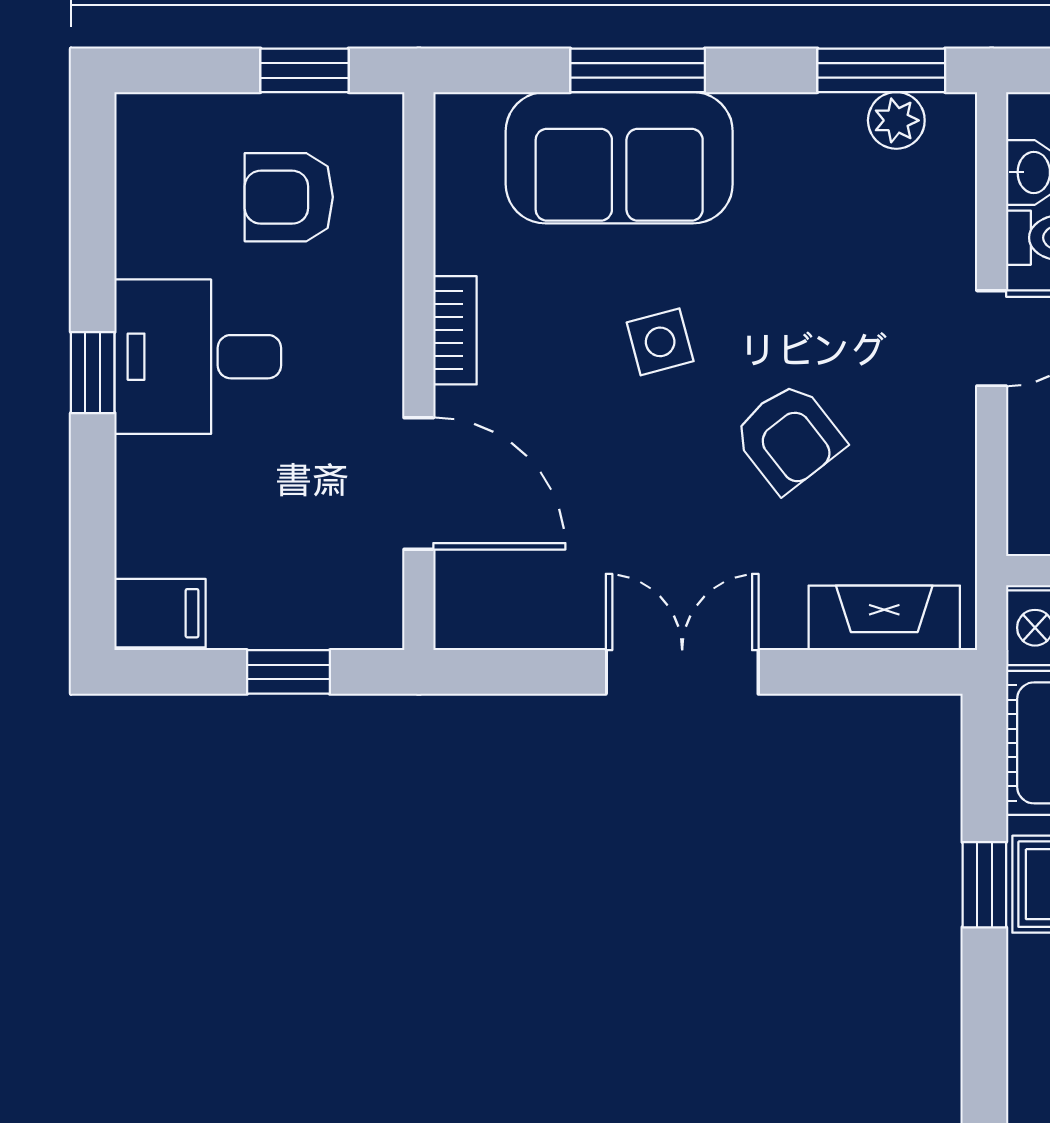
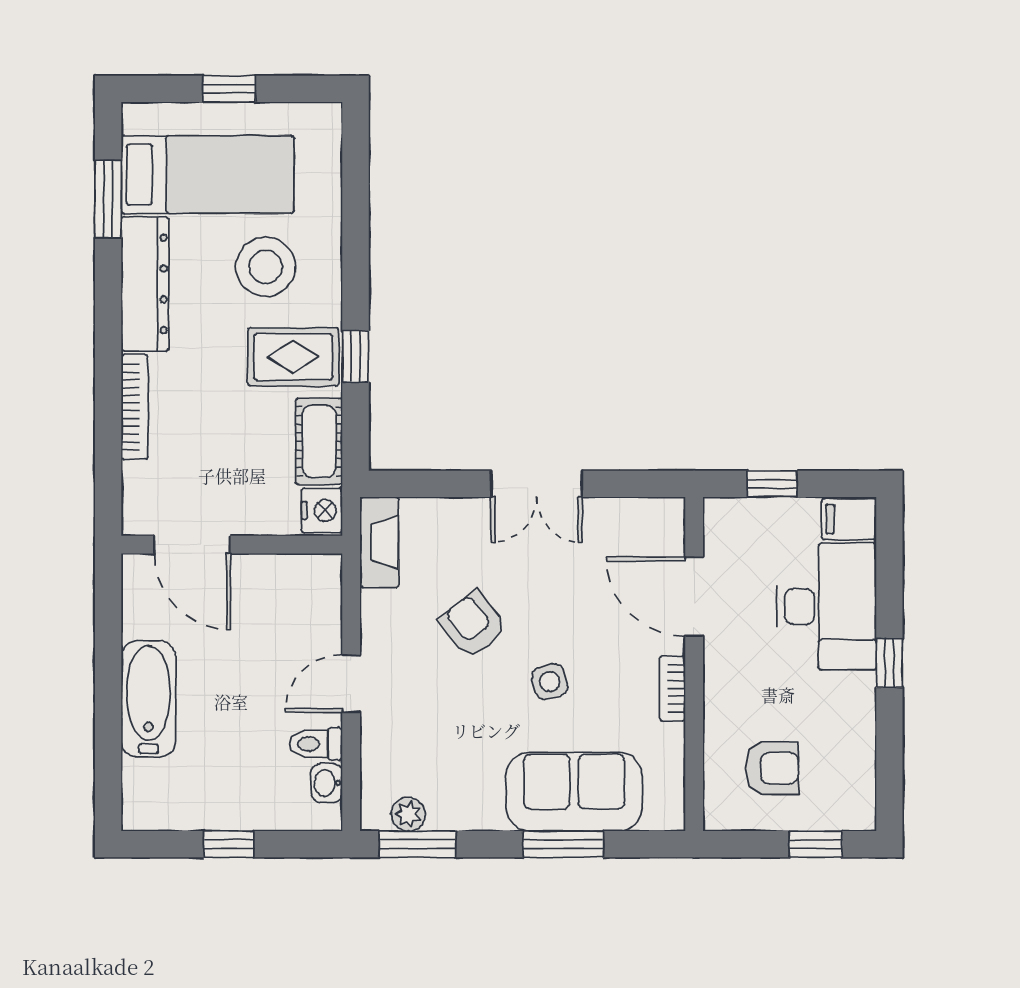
window: (305, 70) -> (816, 844), moved
desk: (198, 357) -> (827, 607), moved, width x1.37
fireplace: (884, 618) -> (379, 542), moved, turned -90

